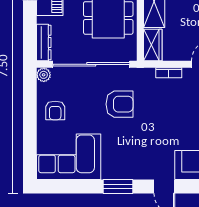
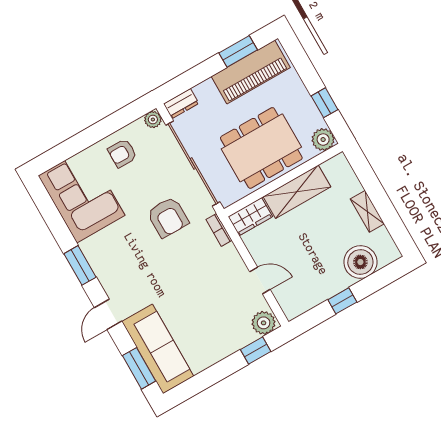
dresser: (44, 43) -> (181, 104), width x0.70
bookcase: (169, 73) -> (219, 230), moved

